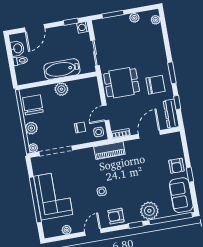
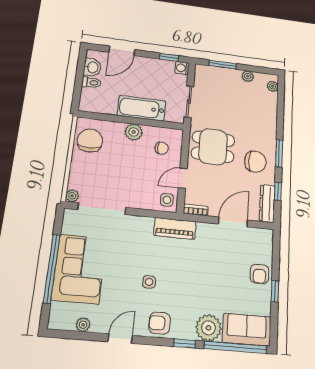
plant: (31, 128) -> (78, 169), removed
chair: (80, 128) -> (162, 148), moved
sofa: (181, 195) -> (247, 330), moved, turned 90

